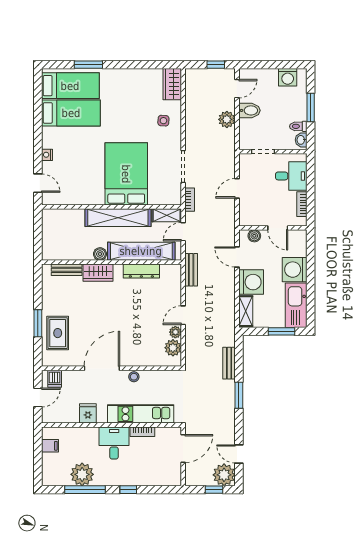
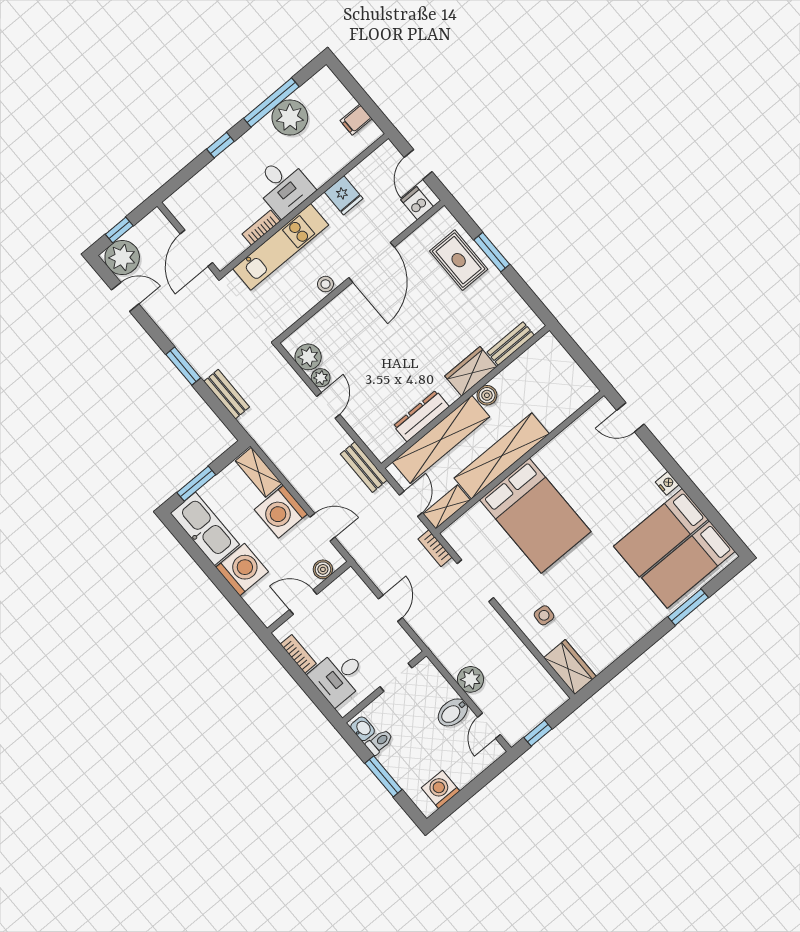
nightstand: (47, 155) -> (667, 483), moved

